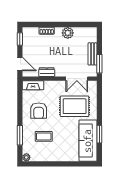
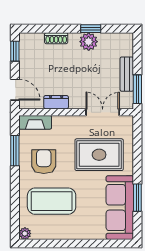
window: (69, 24) -> (91, 29), added
double door: (77, 79) -> (103, 112), swing flipped
armchair: (39, 111) -> (44, 162), turned 180
window: (20, 135) -> (15, 151), moved
coffee table: (44, 136) -> (52, 201), width x1.86, depth x1.72

